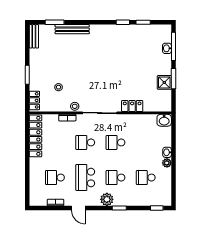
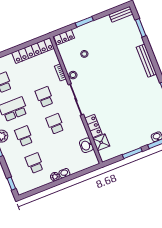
bench: (72, 29) -> (146, 61), moved
shower: (164, 82) -> (101, 142), moved
washbasin: (164, 120) -> (86, 145), moved

